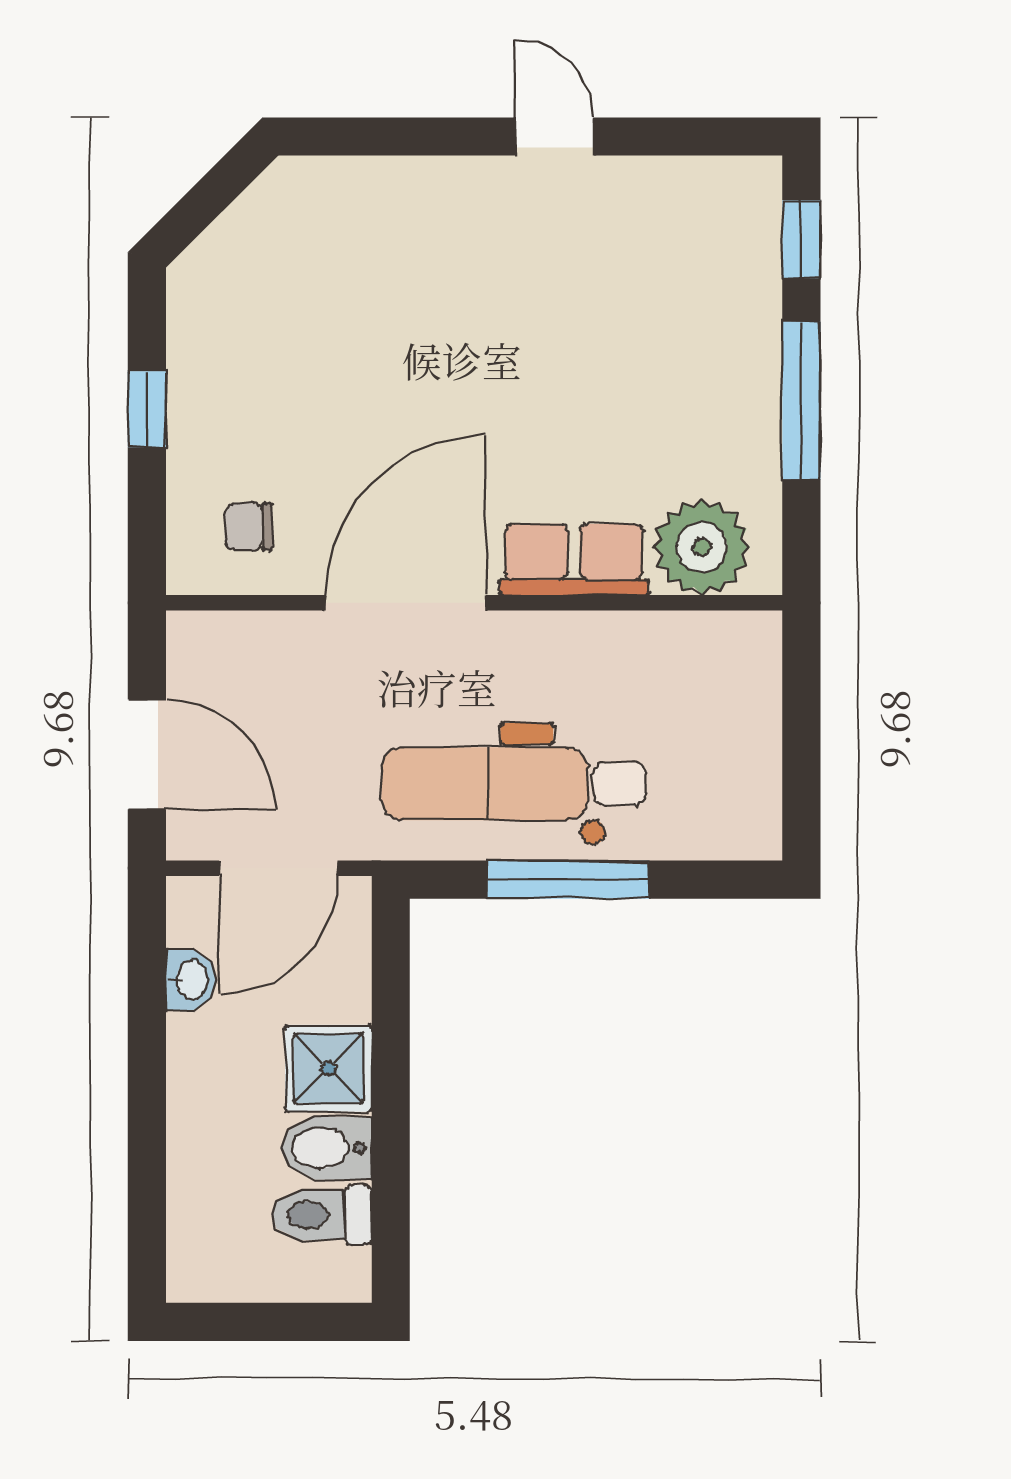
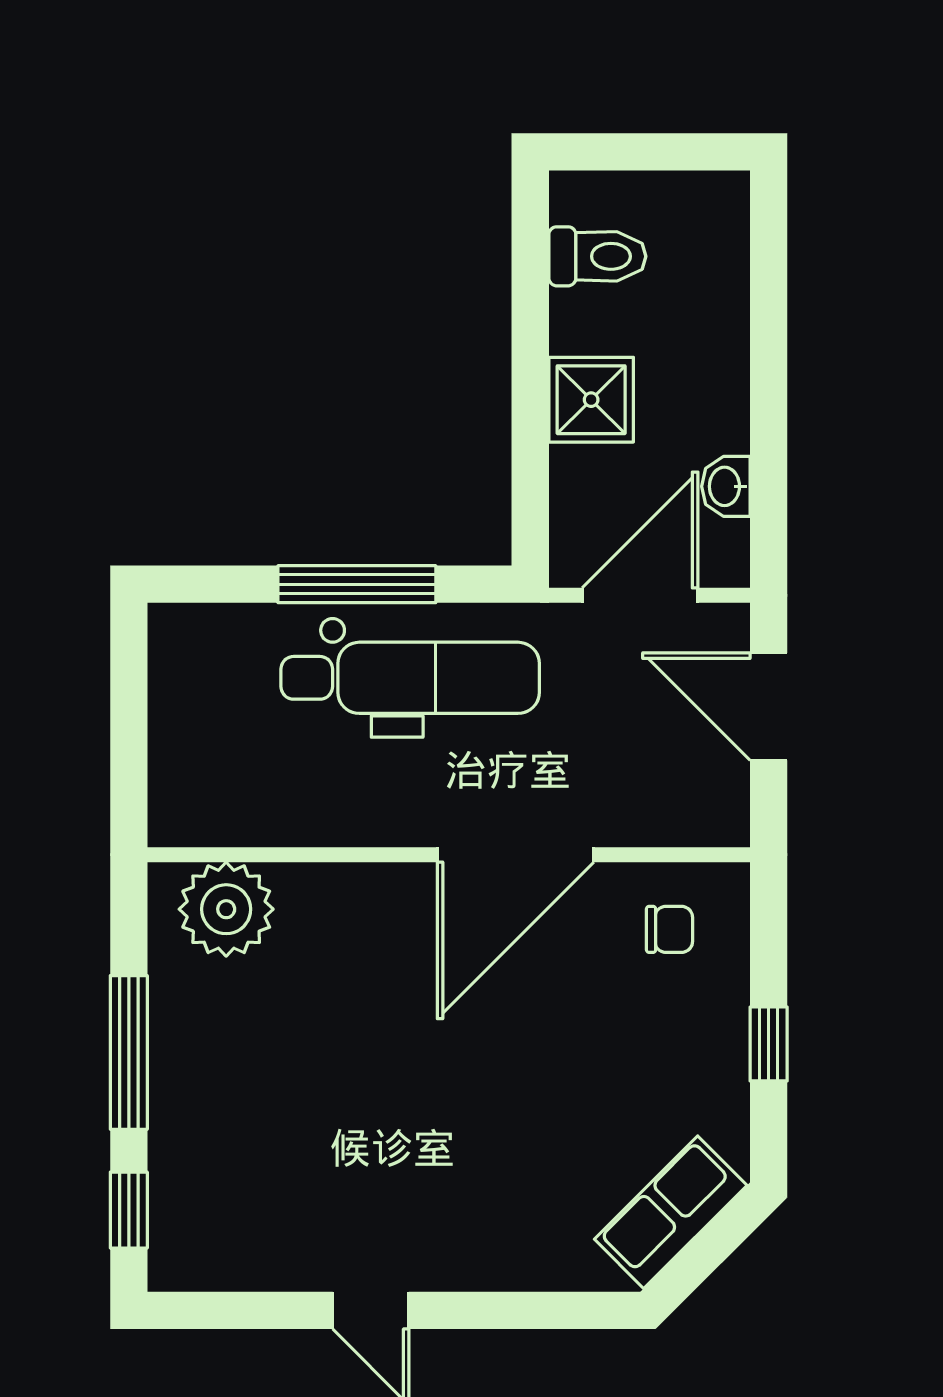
row of seats: (574, 560) -> (671, 1212), moved, turned 135
bidet: (326, 1148) -> (593, 322), removed

